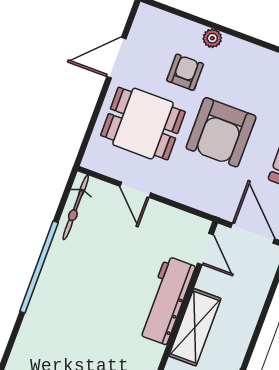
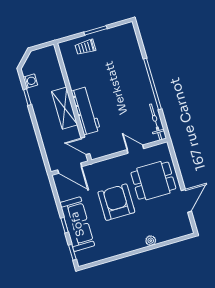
armchair: (185, 72) -> (152, 217), removed

